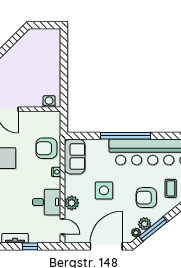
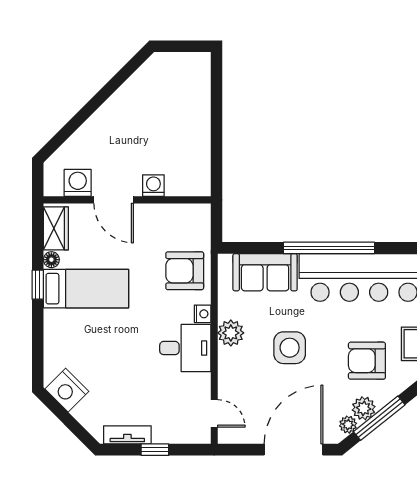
washing machine: (49, 102) -> (153, 186), moved
sofa: (75, 157) -> (265, 272), moved, turned 90
desk: (47, 202) -> (185, 348), moved
plant: (72, 203) -> (231, 333), moved

